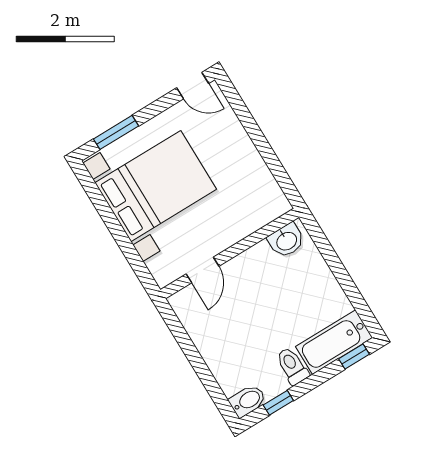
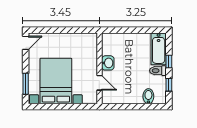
washbasin: (286, 240) -> (108, 63), moved
window: (354, 357) -> (169, 62), moved
bidet: (248, 401) -> (148, 96), moved

